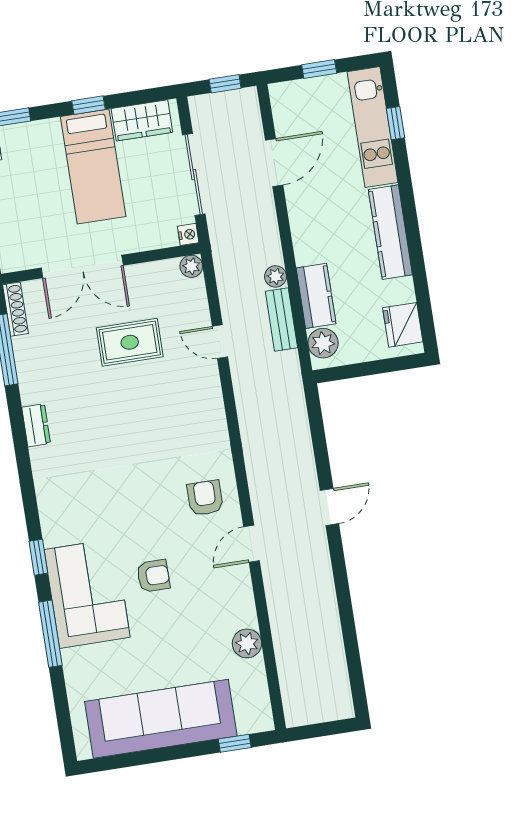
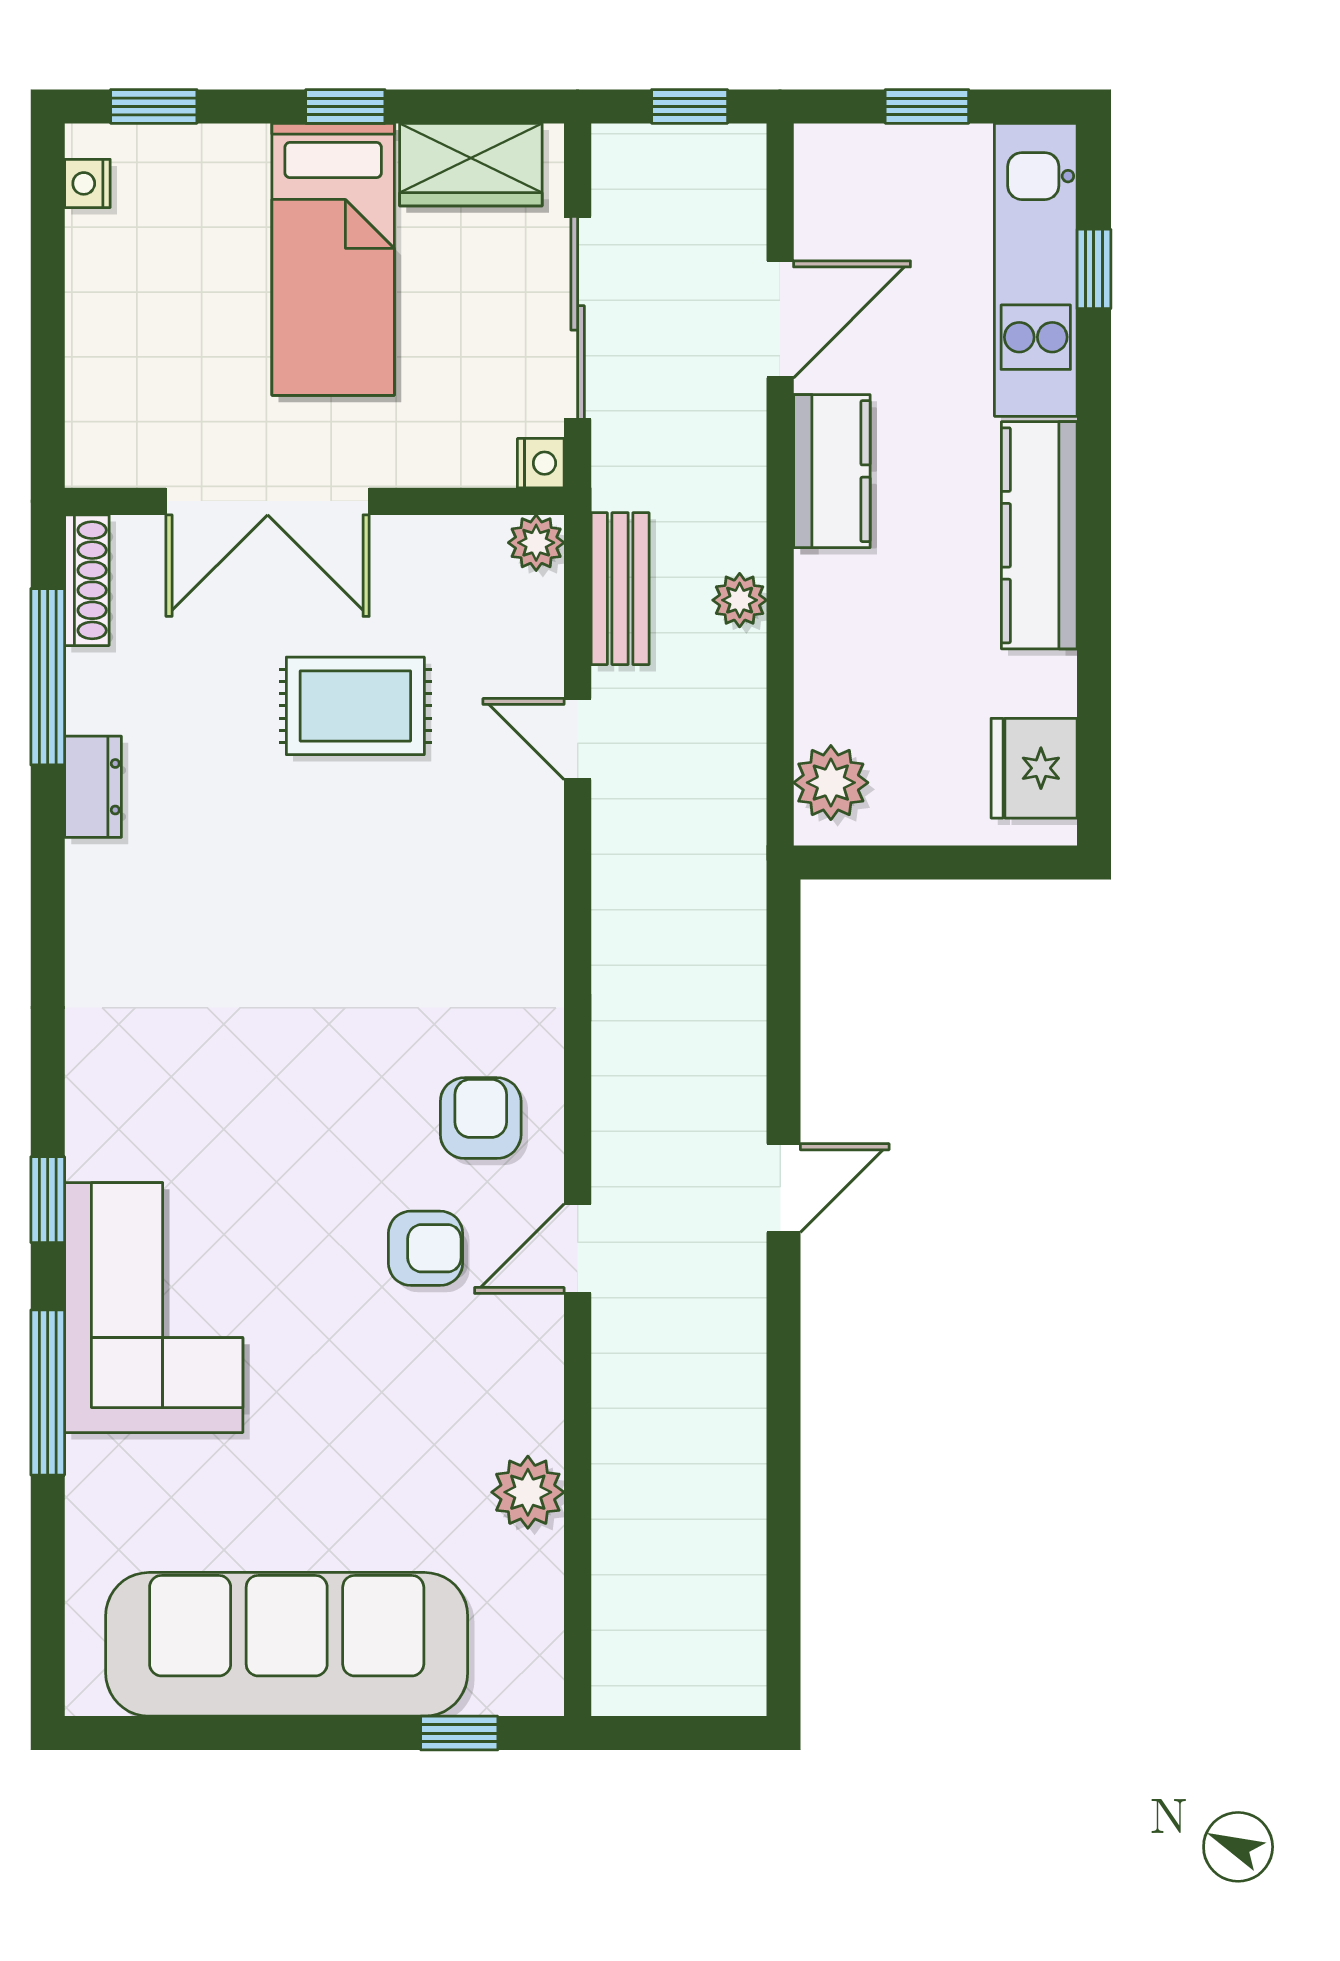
kitchen counter: (316, 296) -> (832, 471), moved
bench: (281, 320) -> (620, 589), moved
dresser: (36, 425) -> (93, 787), moved
armchair: (153, 576) -> (426, 1248), moved

